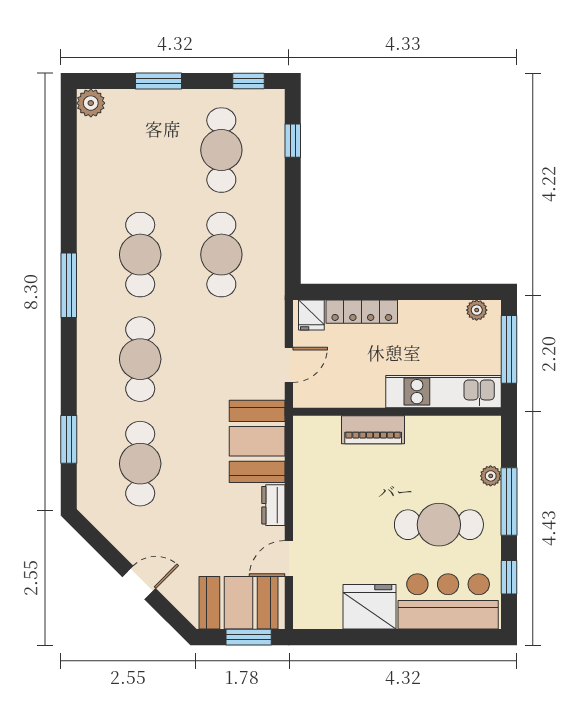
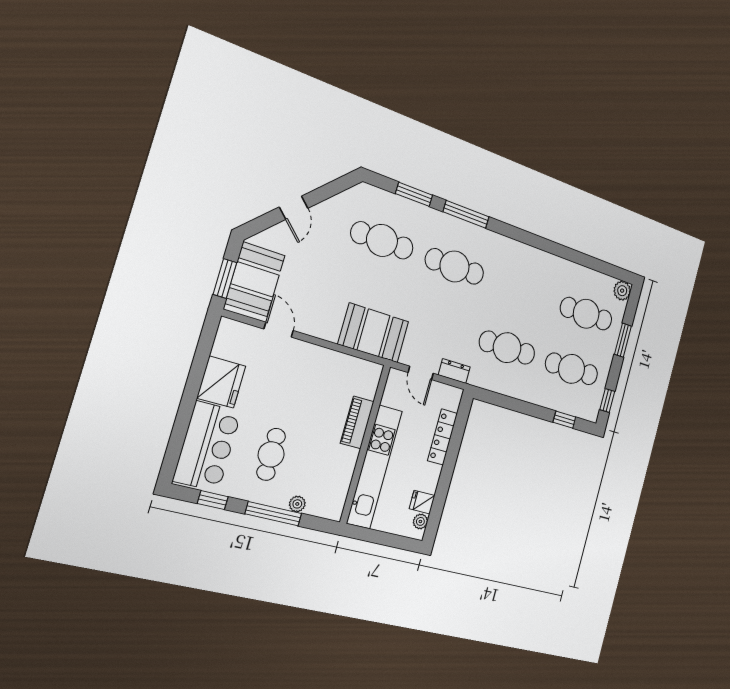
cafe table: (140, 255) -> (586, 314), moved
window: (69, 285) -> (466, 214), moved
fridge: (311, 315) -> (422, 502), moved
window: (509, 349) -> (386, 539), removed
kitchen unit: (443, 392) -> (374, 467), width x1.36
dresser: (273, 505) -> (454, 371), moved
cafe table: (439, 525) -> (271, 454), width x0.73, depth x0.74

